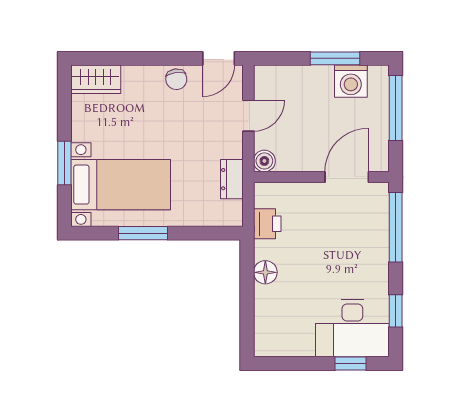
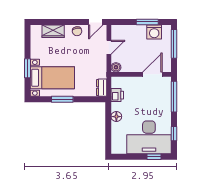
wardrobe: (96, 79) -> (53, 31), moved
dresser: (232, 179) -> (102, 88), moved
desk: (352, 328) -> (149, 137), width x1.36, depth x1.30

